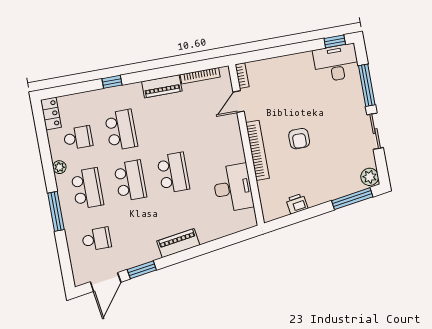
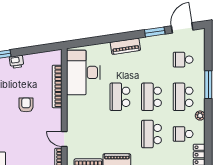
door: (239, 102) -> (64, 139), swing flipped
bookcase: (257, 150) -> (57, 86), moved
desk: (233, 188) -> (83, 72), width x1.36, depth x1.30
printer: (297, 204) -> (17, 62), moved

